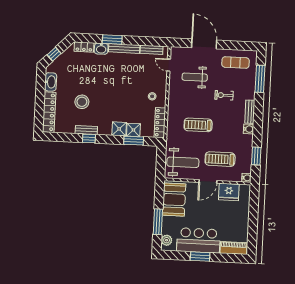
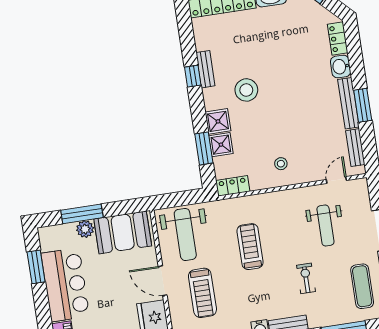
window: (112, 39) -> (363, 105), moved
weight bench: (195, 77) -> (325, 226), turned 180
stool: (82, 102) -> (246, 90), moved
locker: (160, 123) -> (233, 186), width x0.66
treadmill: (220, 159) -> (202, 293), turned 180
plant: (167, 240) -> (85, 229), moved
window: (200, 256) -> (36, 267), moved

